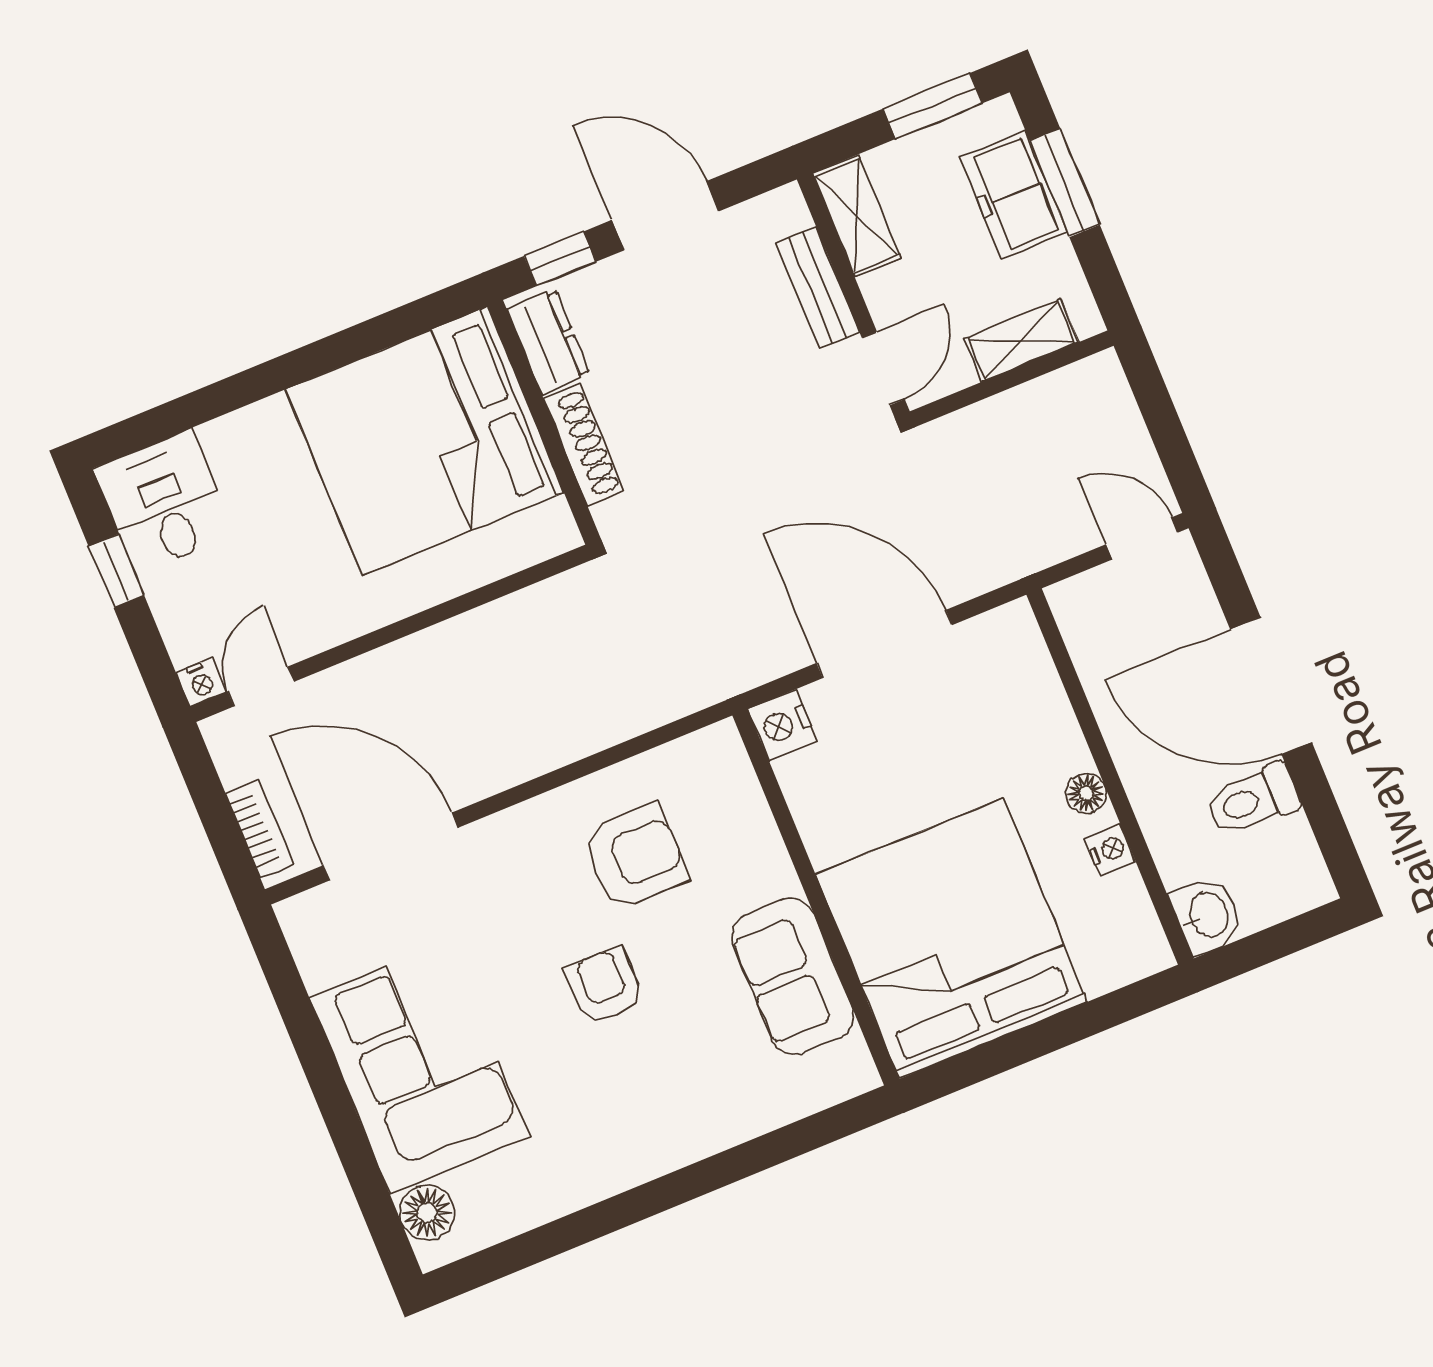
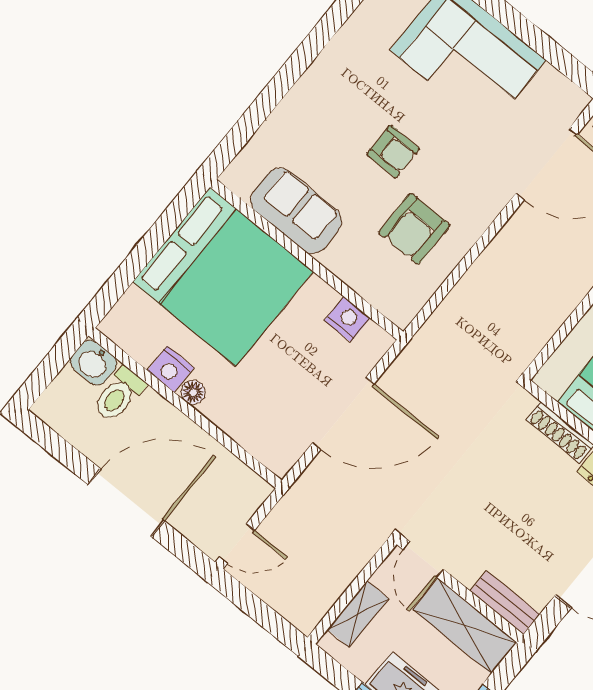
shelving: (857, 215) -> (465, 626), width x1.50, depth x1.33
bench: (818, 288) -> (505, 603), moved
nightstand: (782, 725) -> (347, 319), moved
toilet: (1252, 800) -> (119, 395), moved, turned 180
nightstand: (1110, 850) -> (171, 369), width x1.39, depth x1.35

